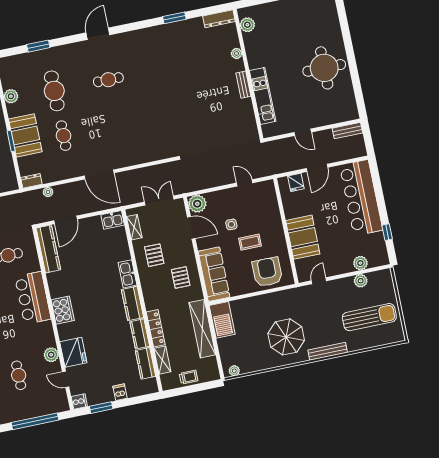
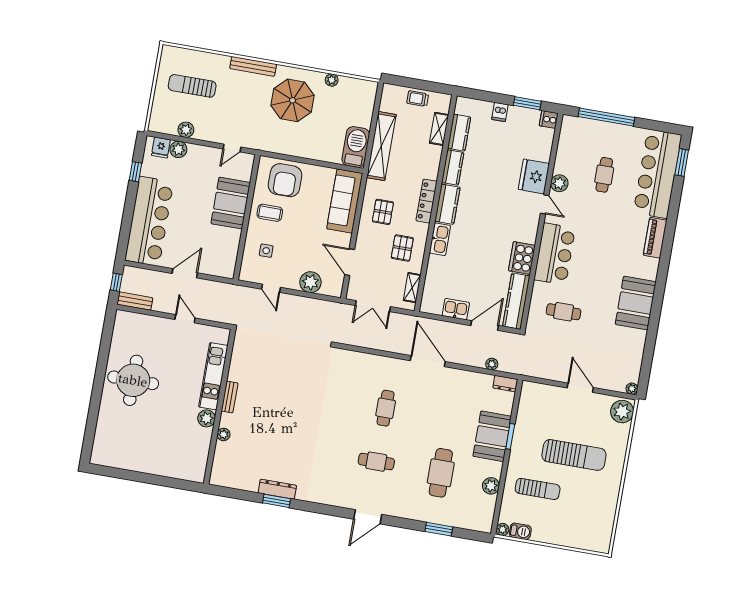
dresser: (219, 19) -> (277, 489), moved
plant: (247, 25) -> (207, 418), moved
cafe table: (64, 136) -> (386, 408), moved
window: (368, 140) -> (116, 282), added
fridge: (296, 182) -> (161, 148), moved, turned 180
plant: (197, 204) -> (310, 282), moved
kitchen sink: (113, 220) -> (456, 309), moved
side table: (231, 224) -> (266, 251), moved
coffee table: (250, 242) -> (270, 213), moved
cooker: (63, 310) -> (522, 258), moved
sun lounger: (369, 317) -> (192, 86), width x0.73, depth x0.75
locker: (156, 328) -> (427, 201), moved
plant: (234, 371) -> (332, 80), moved
door: (66, 379) -> (545, 204), moved

